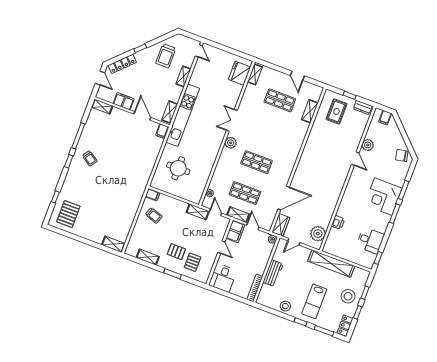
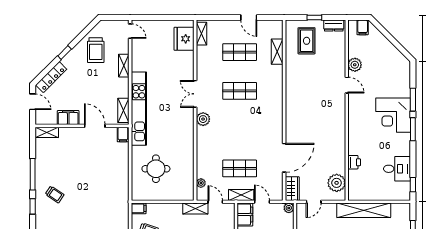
chair: (402, 155) -> (397, 62), removed
shop shelf: (257, 162) -> (240, 91), moved

